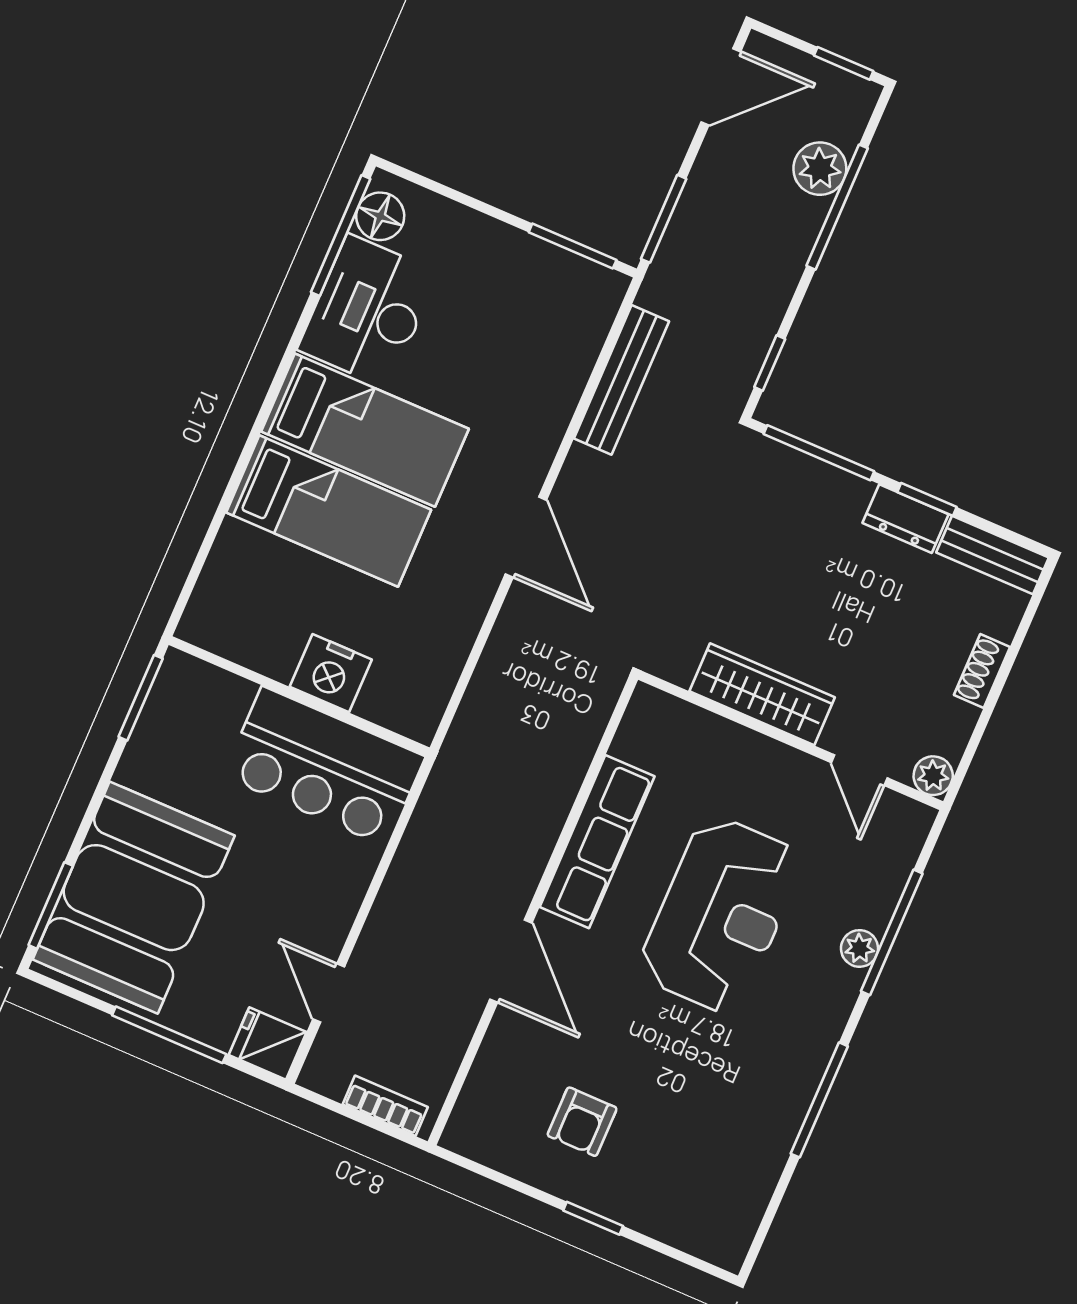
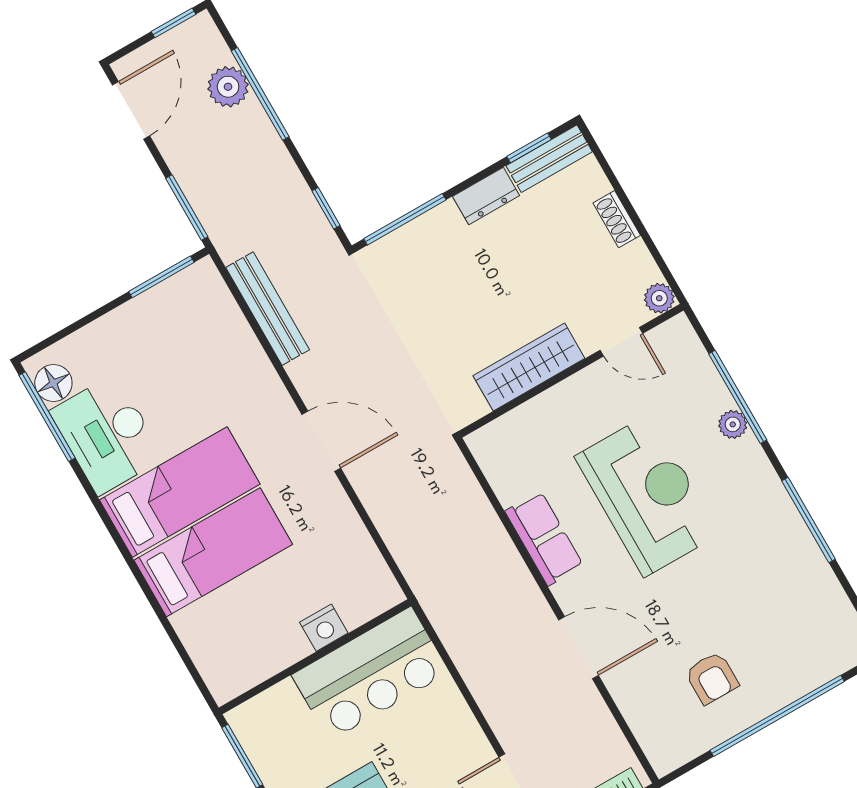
window: (927, 499) -> (529, 148), moved
nightstand: (331, 673) -> (324, 628), width x0.74, depth x0.75
row of seats: (597, 842) -> (544, 538), width x0.68
window: (593, 1218) -> (777, 716), width x3.17

